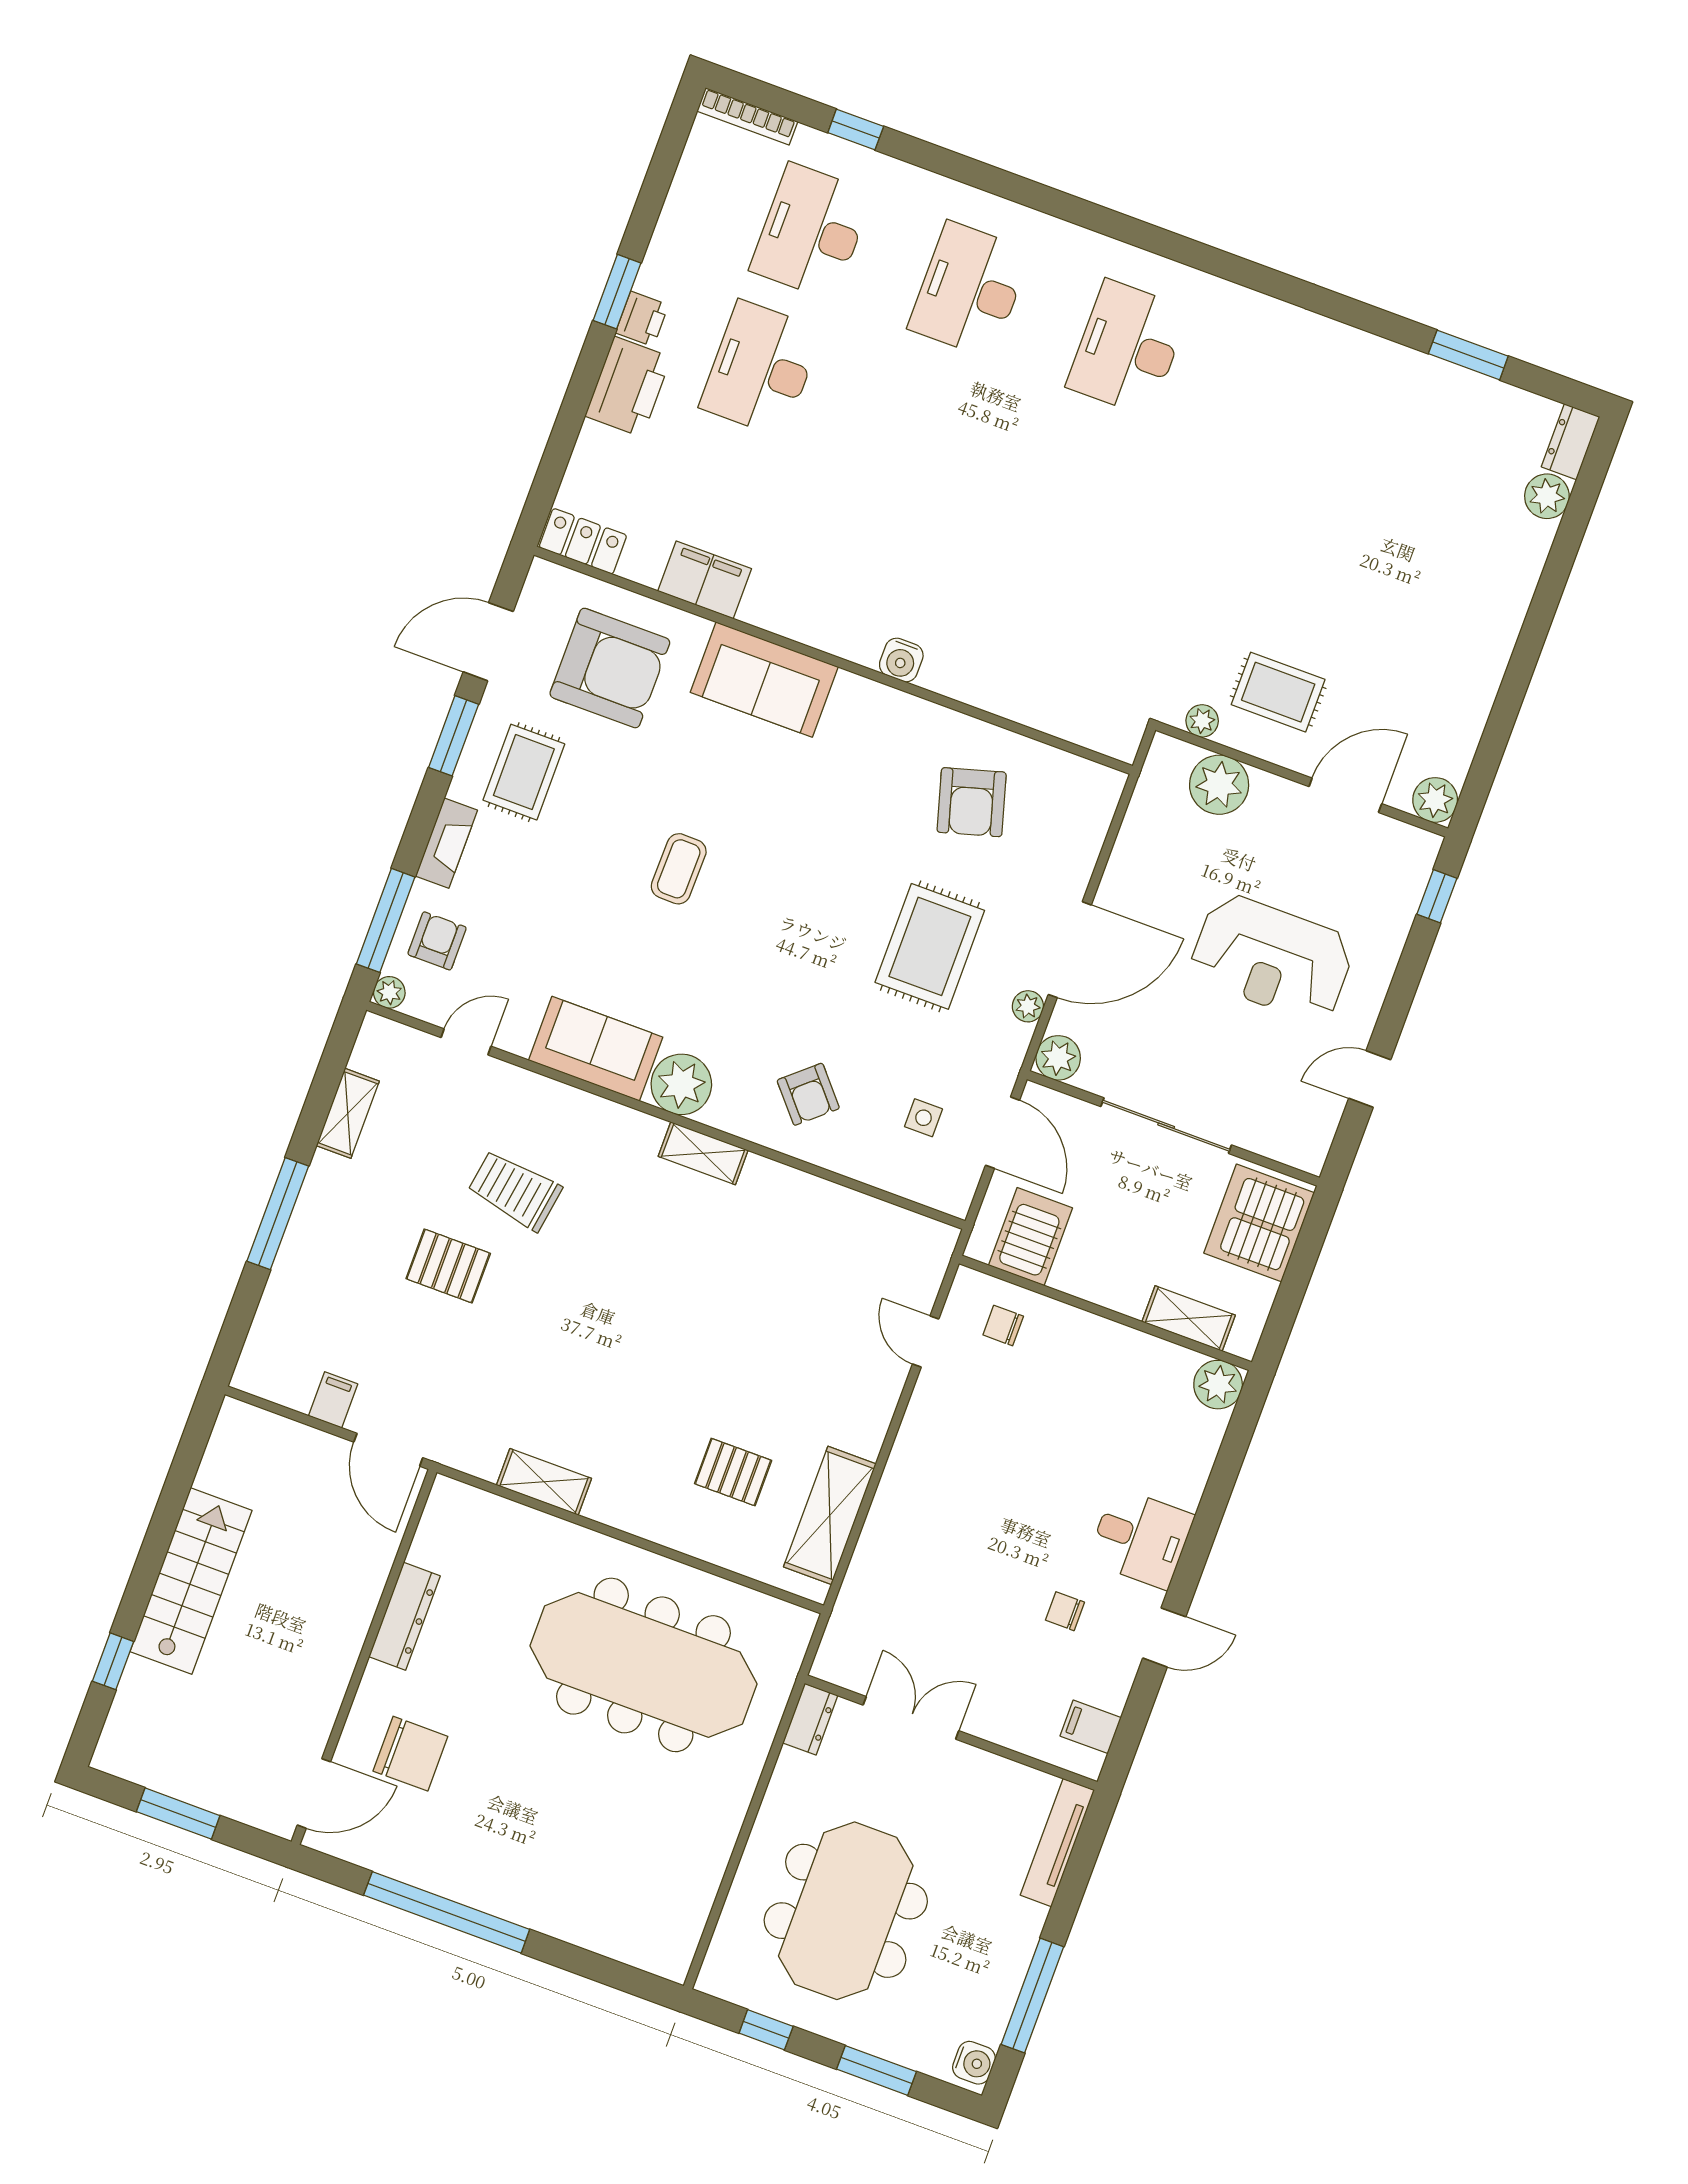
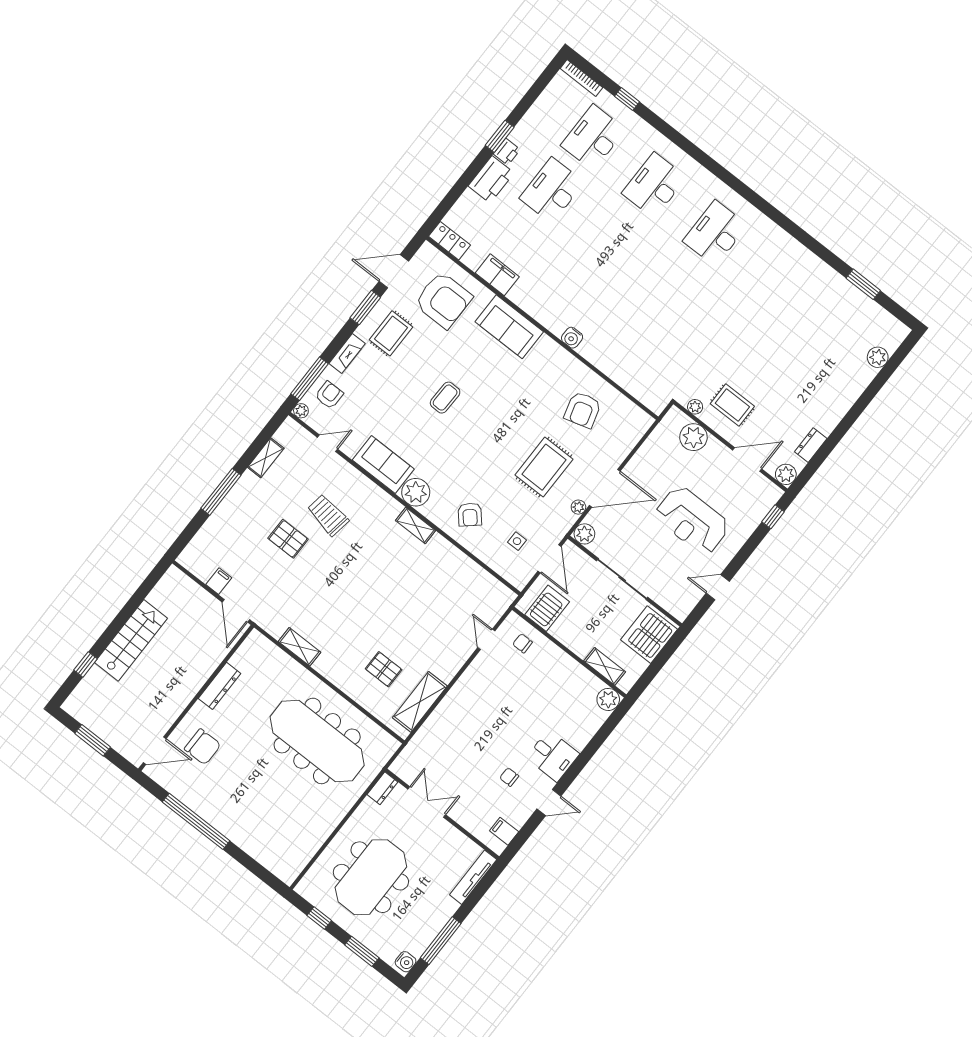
dresser: (1571, 442) -> (811, 445), moved

